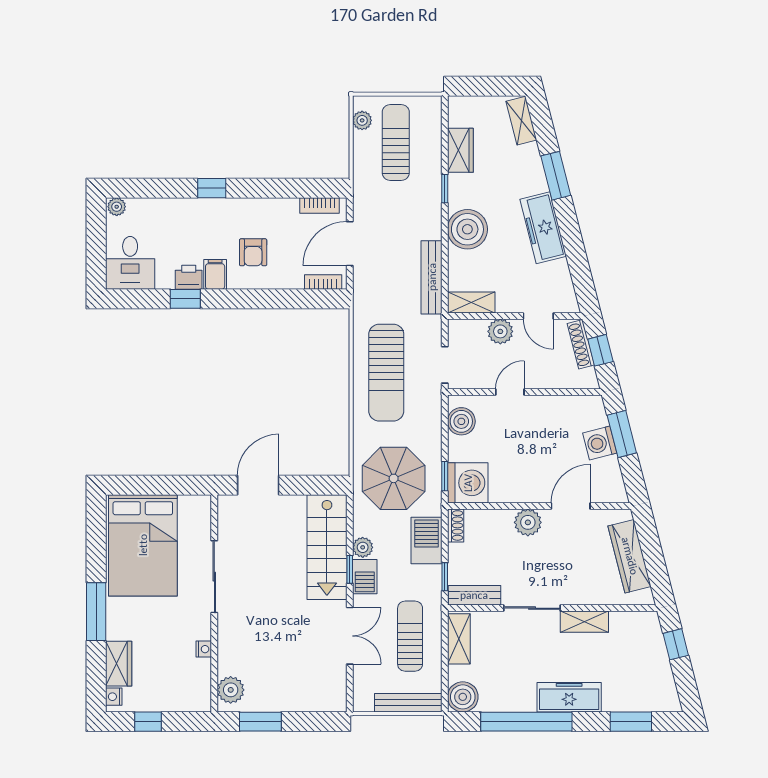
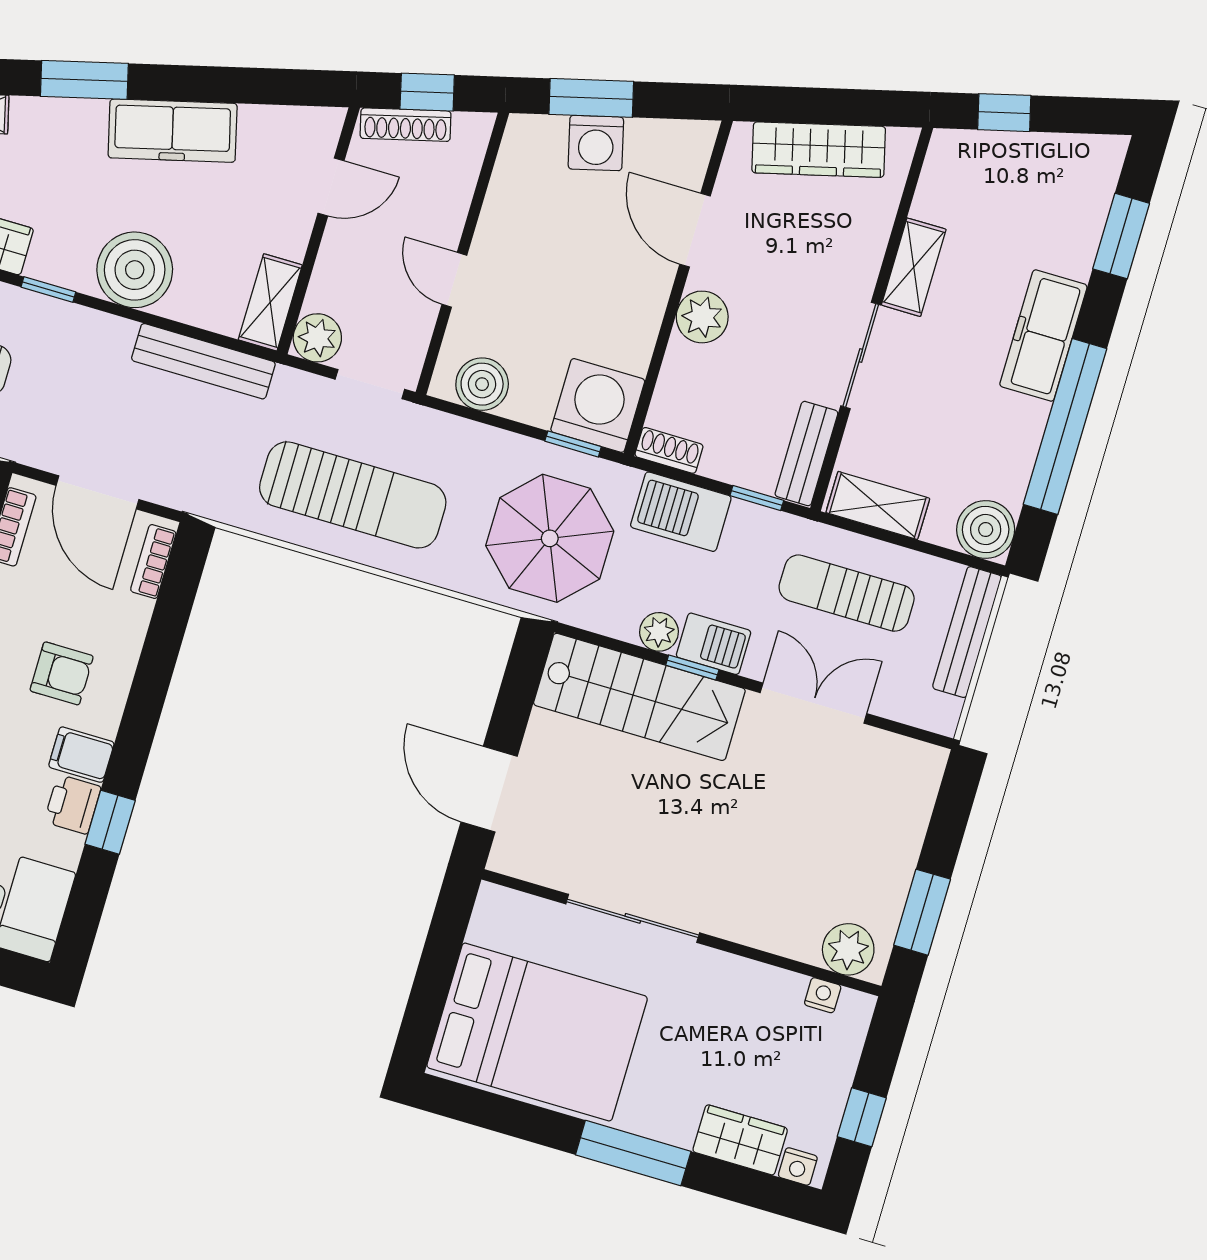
plant: (500, 331) -> (317, 338), moved
nightstand: (204, 649) -> (823, 995), moved

